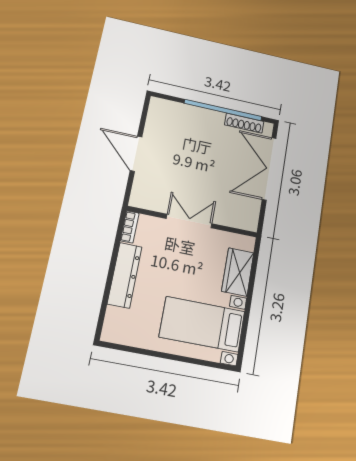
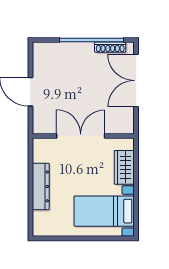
double door: (189, 221) -> (81, 136), width x1.37
bookcase: (130, 227) -> (37, 150), removed

